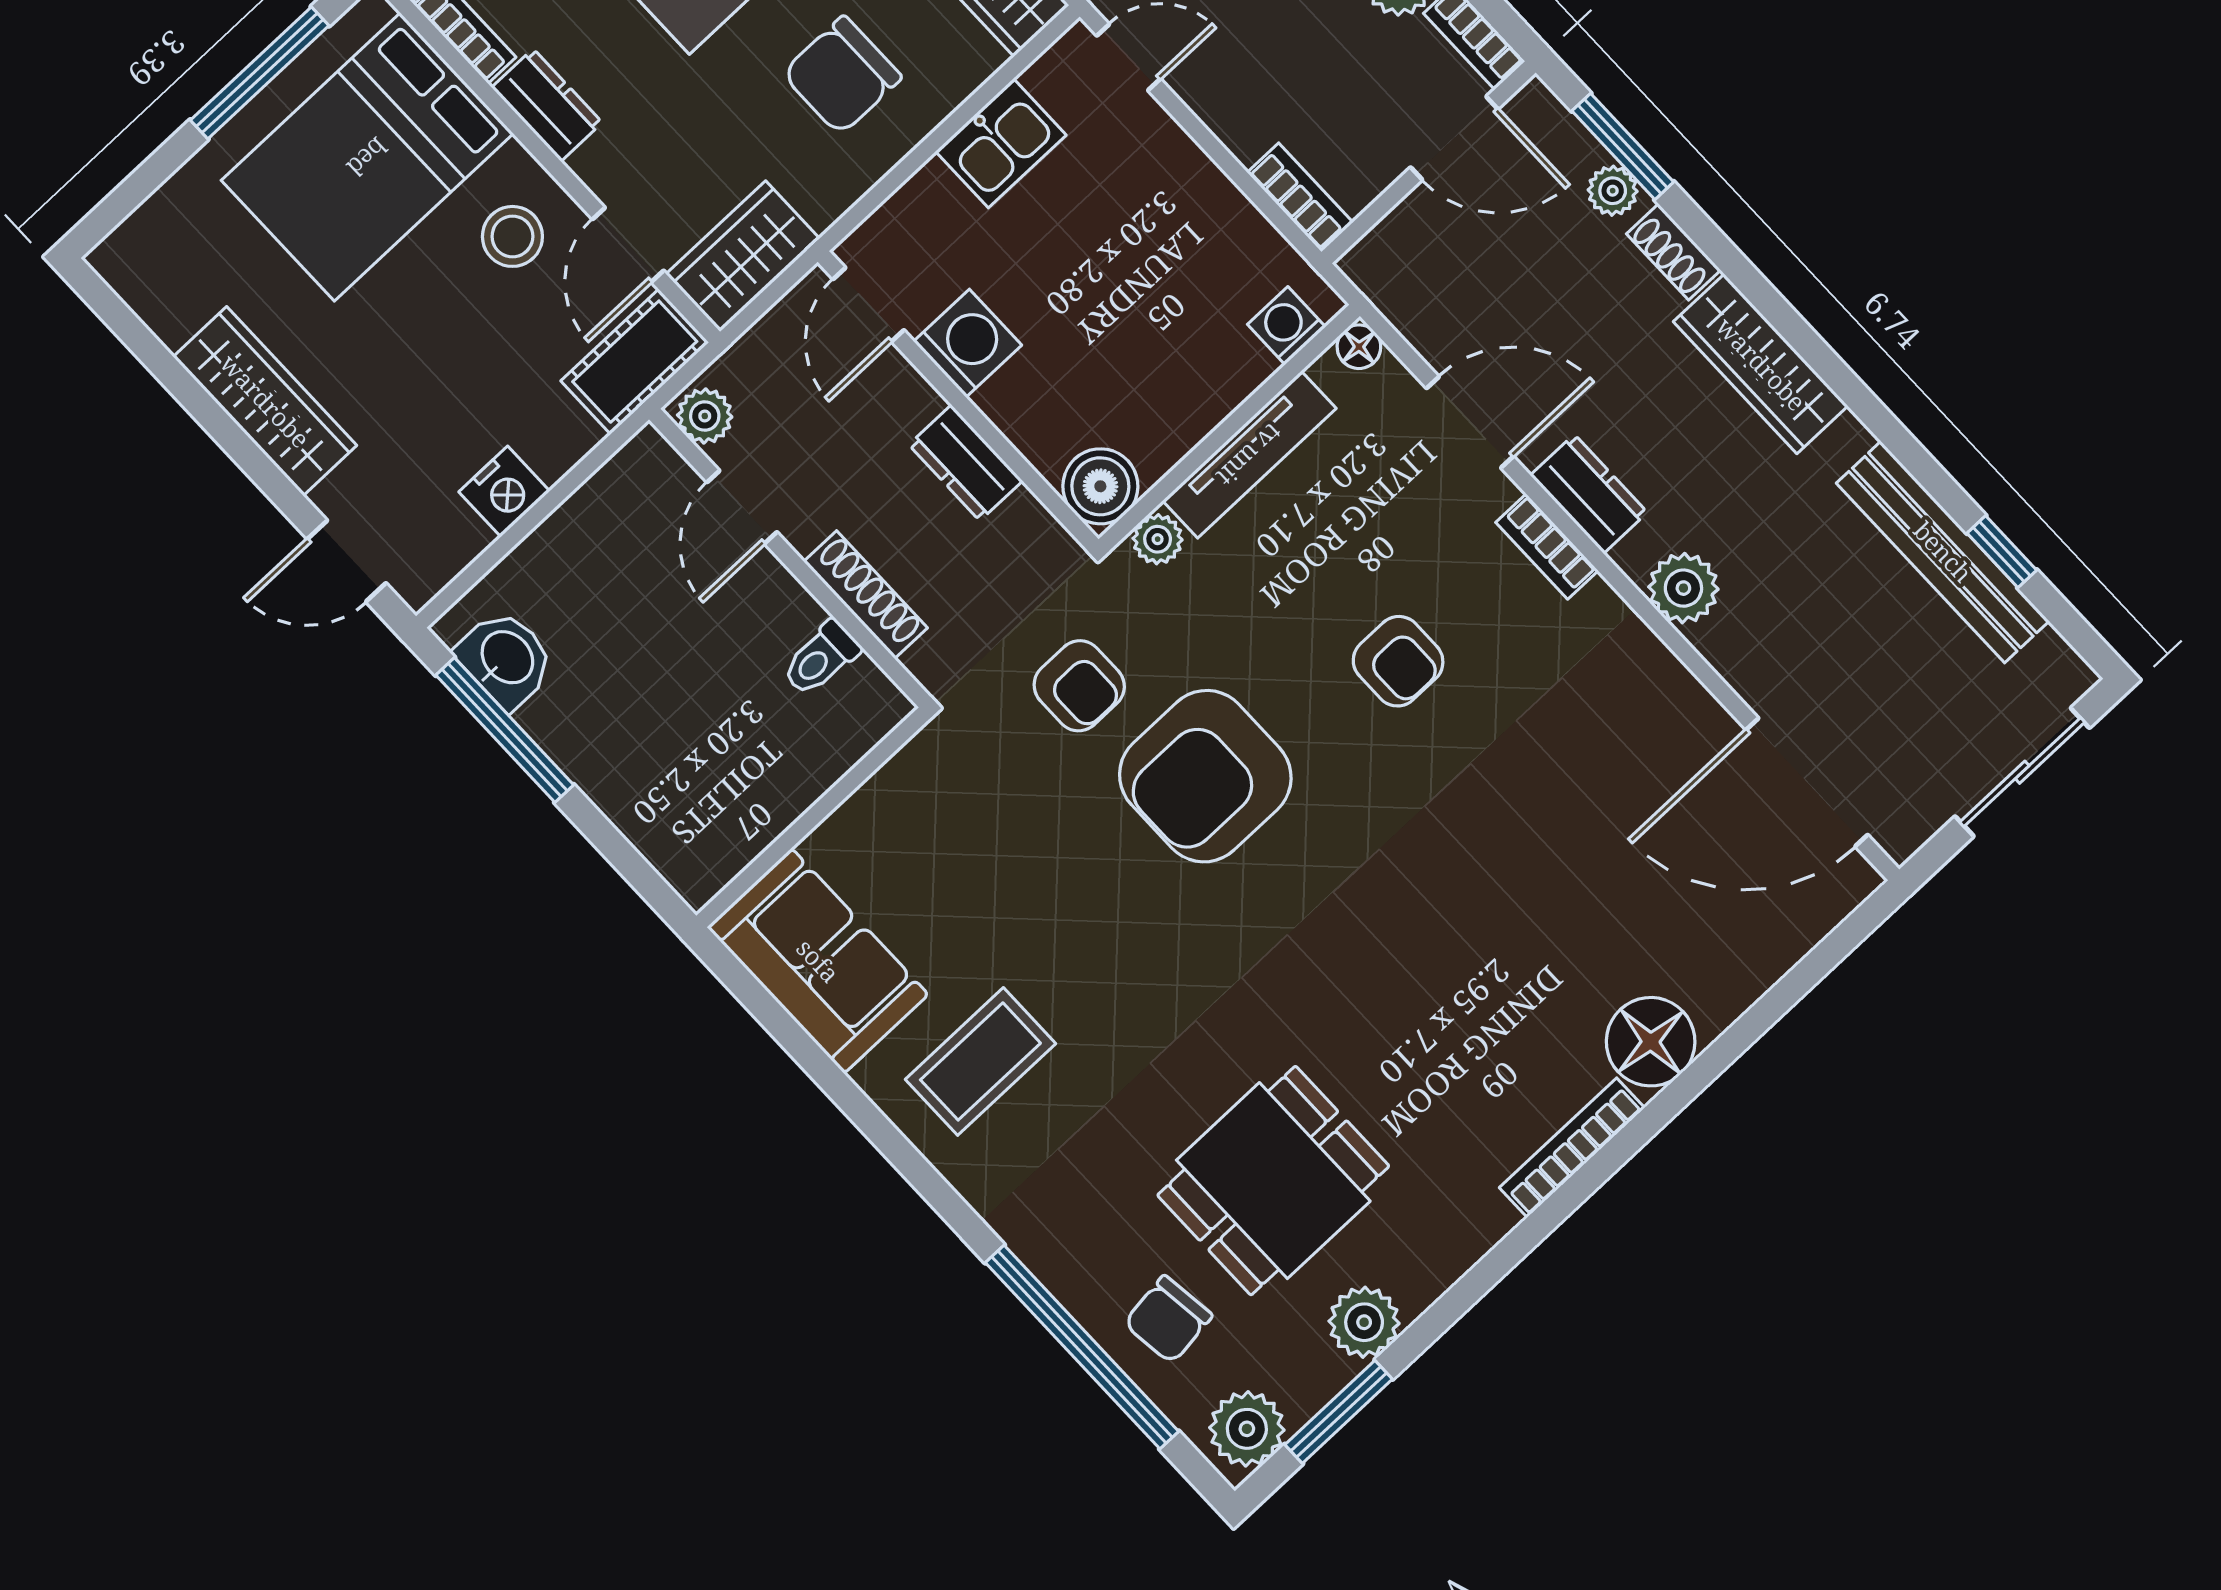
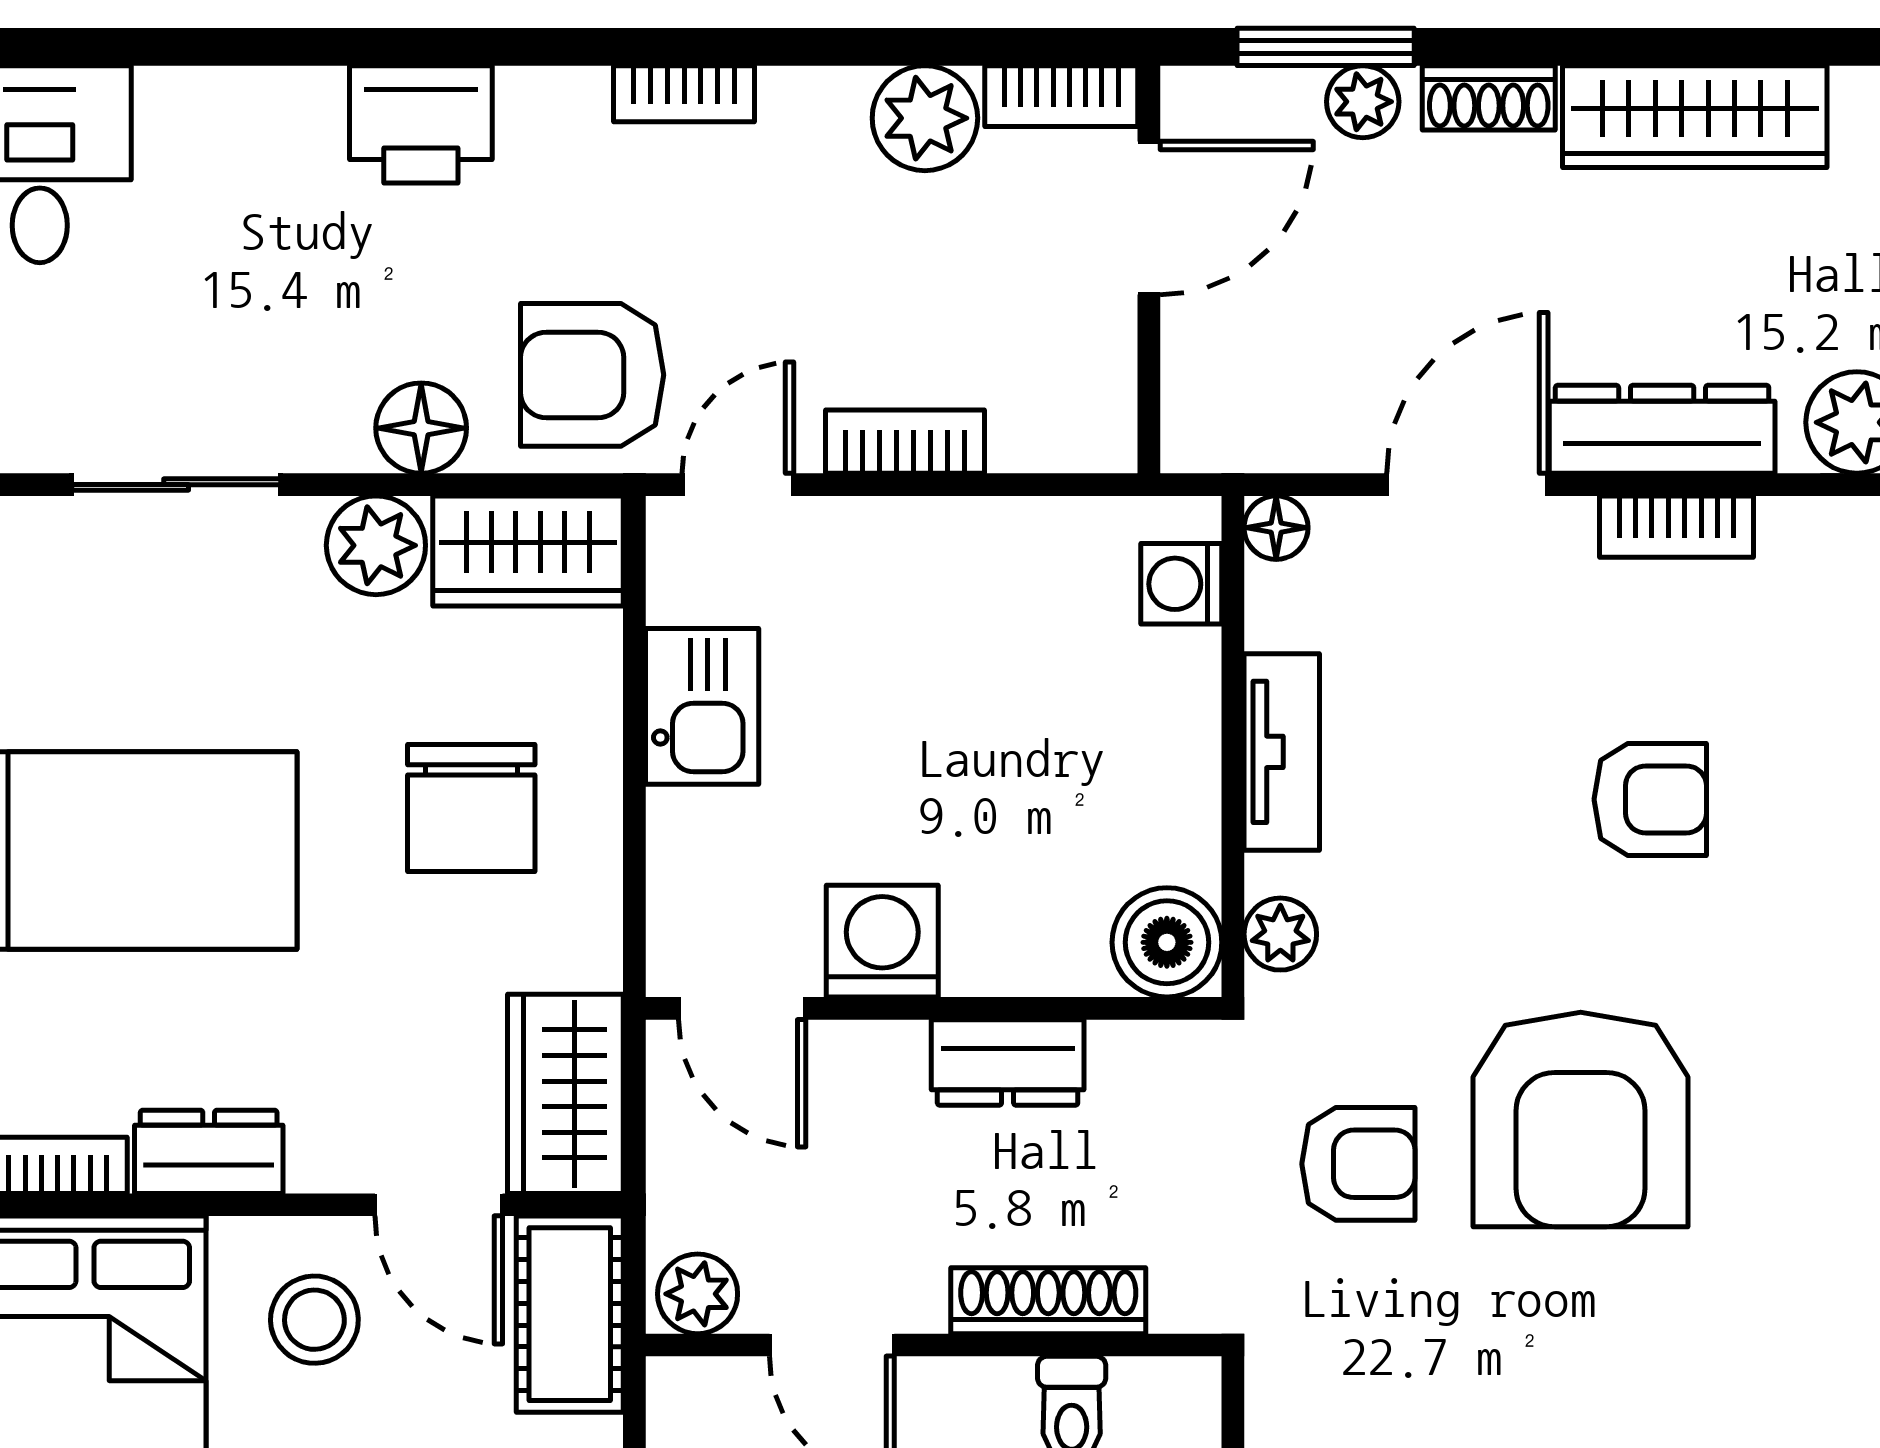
bookcase: (1300, 197) -> (905, 442), moved
tv unit: (1249, 455) -> (1282, 752), width x0.71
dresser: (1589, 494) -> (1662, 429), width x1.44

